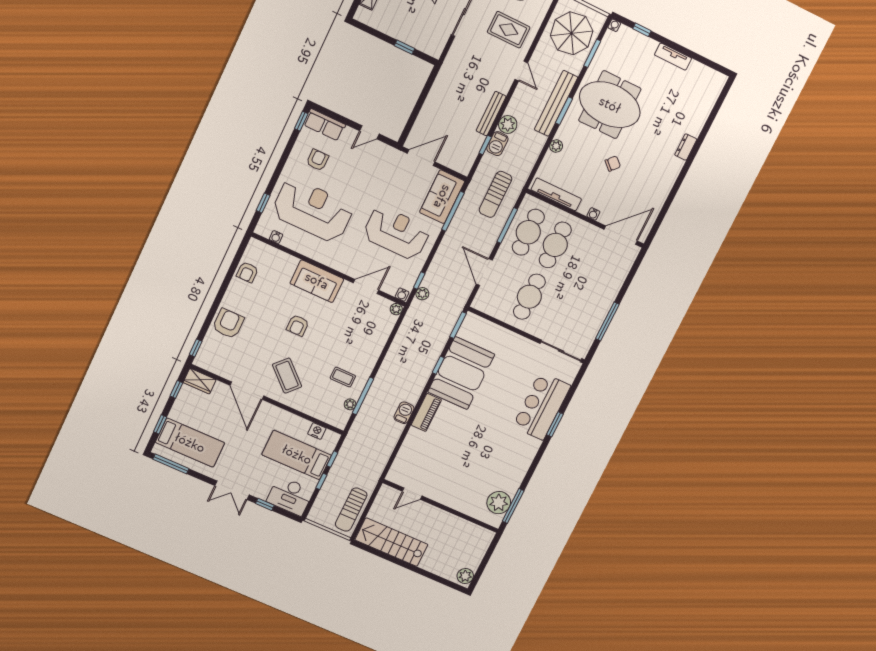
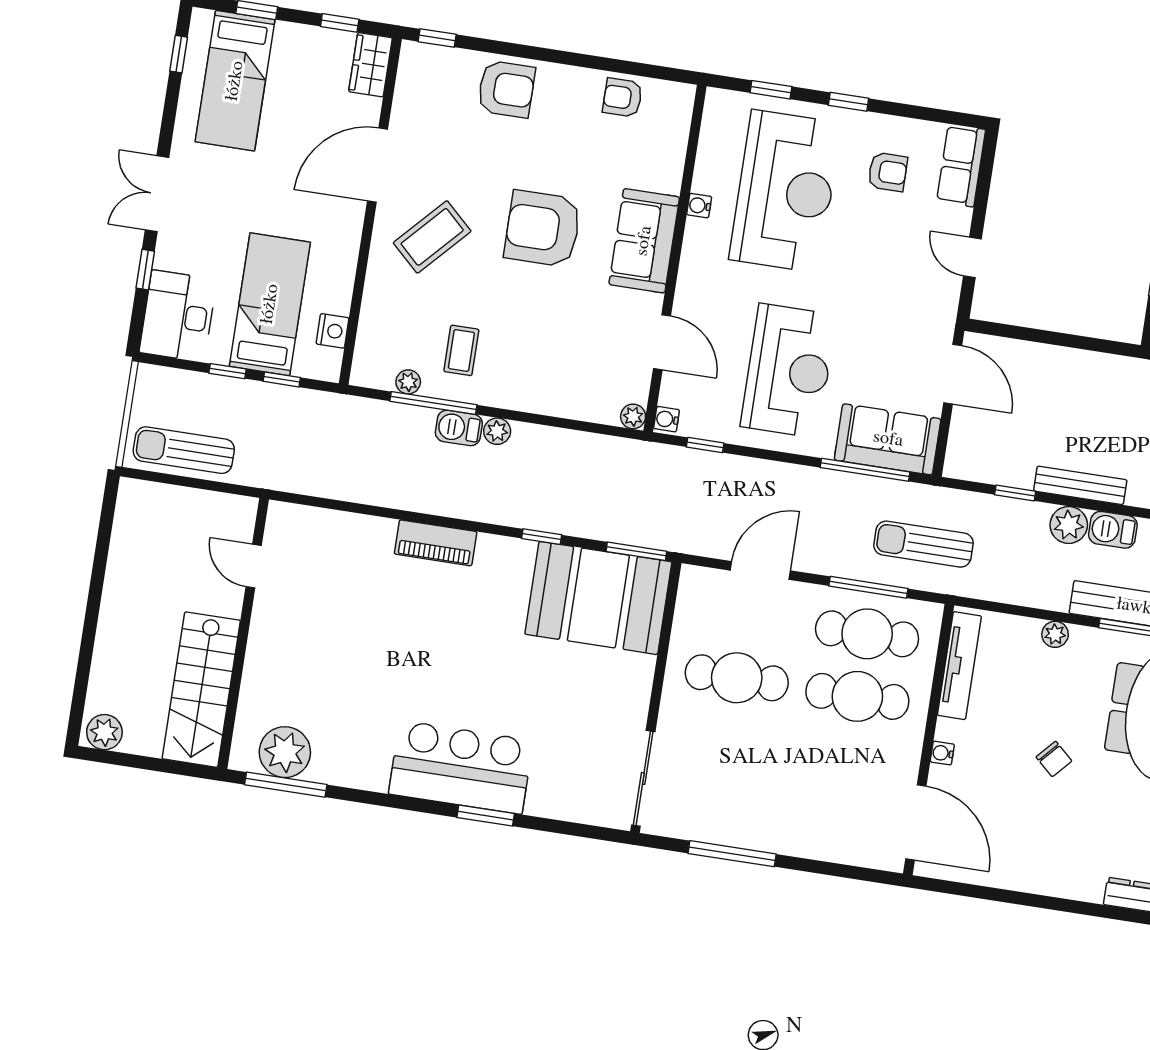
window: (301, 121) -> (849, 102), moved
barbecue: (497, 144) -> (1113, 530), moved
water cooler: (276, 237) -> (699, 206), moved
plant: (422, 294) -> (497, 431), moved
armchair: (298, 325) -> (543, 229), width x1.88, depth x1.88
booth: (461, 373) -> (598, 598), moved
bar counter: (542, 406) -> (461, 767), moved
barbecue: (404, 413) -> (459, 428), moved, turned 180
window: (171, 464) -> (179, 54), width x0.46
stairs: (391, 542) -> (201, 690), moved, turned 180

